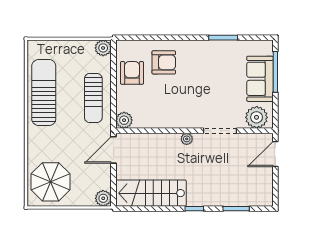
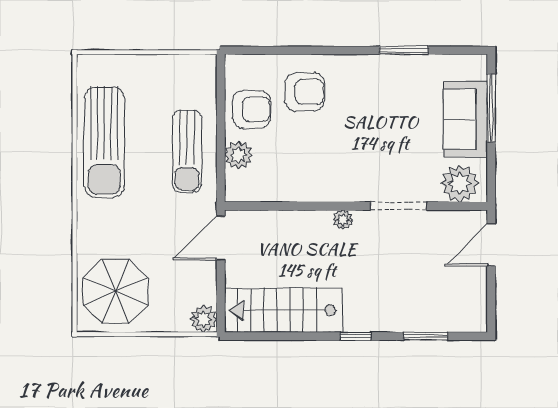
plant: (103, 48) -> (203, 68), removed
armchair: (132, 73) -> (252, 109), turned 90
sun lounger: (44, 92) -> (104, 142), turned 180
plant: (124, 120) -> (238, 155), moved

